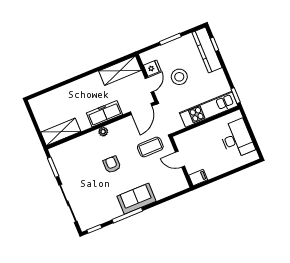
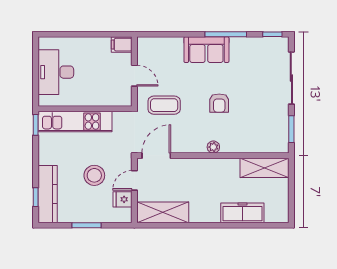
freezer: (104, 114) -> (242, 213), moved, turned 180

